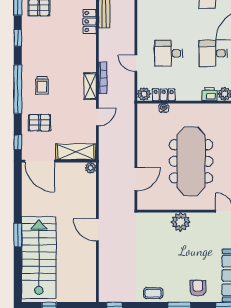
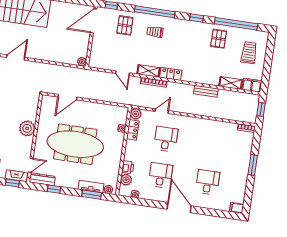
locker: (90, 22) -> (171, 74), moved
shelving: (76, 152) -> (97, 51), removed
door: (136, 179) -> (67, 97), hinge flipped
door: (97, 230) -> (16, 57), moved

